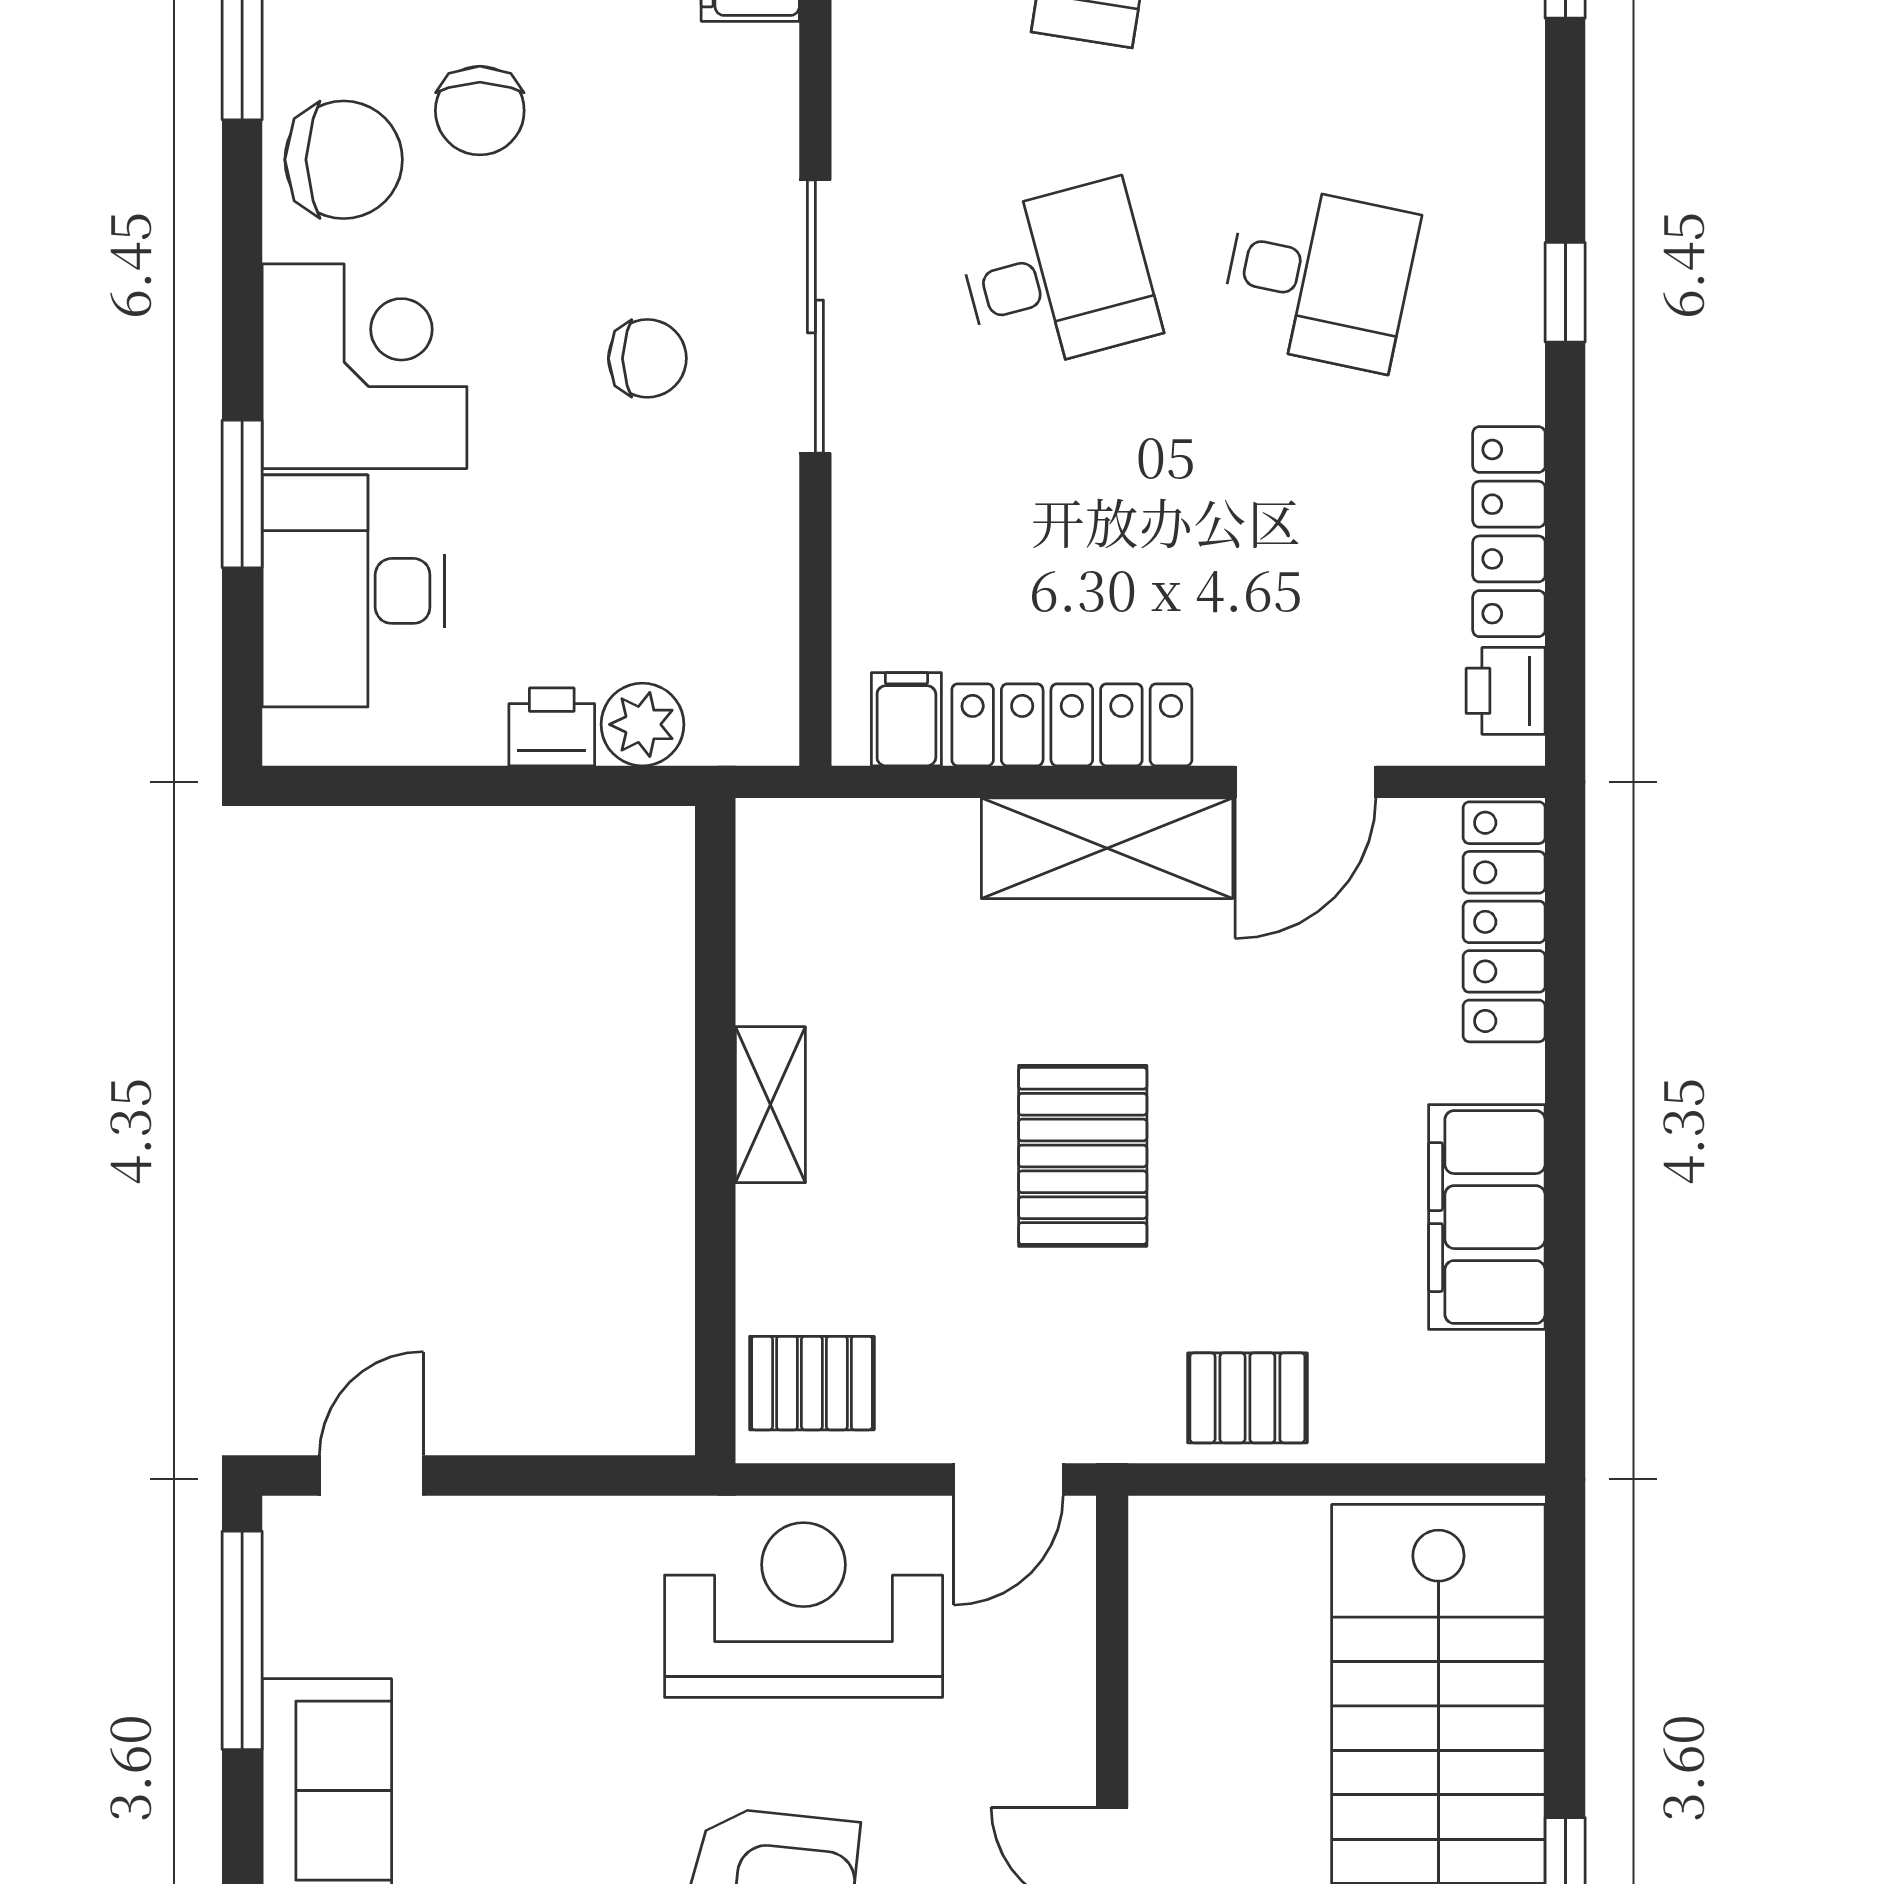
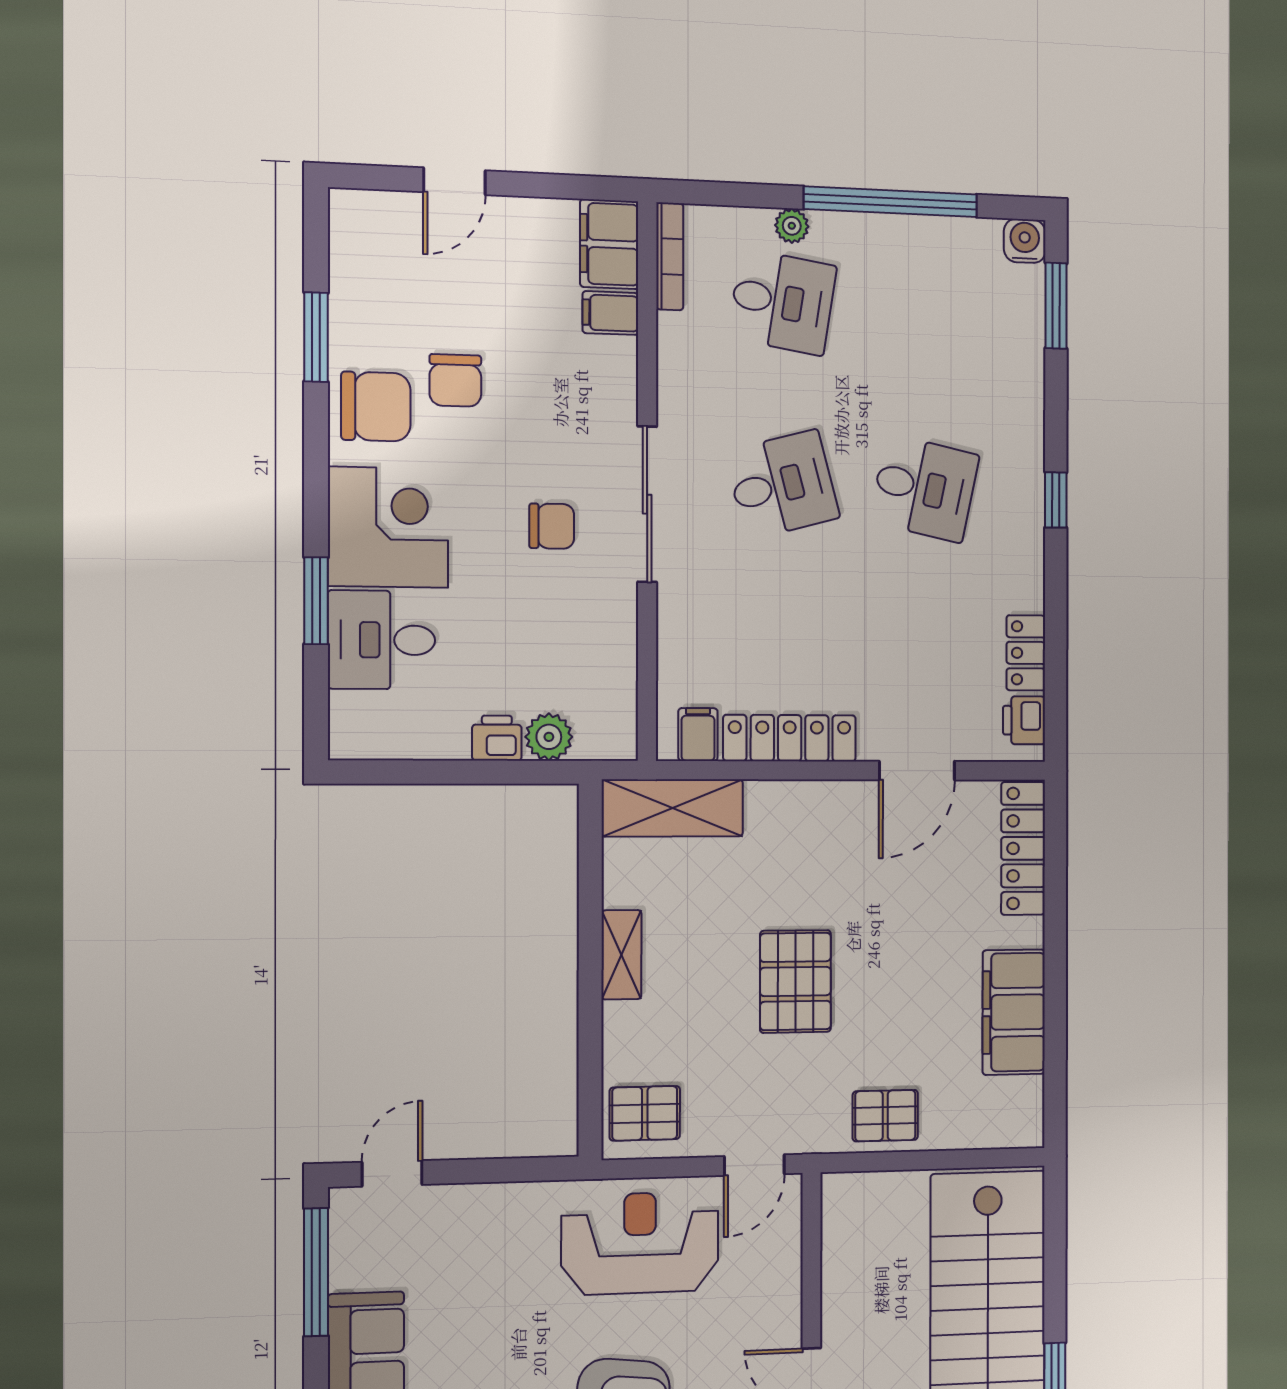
locker: (1509, 532) -> (1026, 653), width x0.66
desk: (353, 591) -> (382, 640), width x0.73
shelving: (1107, 848) -> (673, 808), moved

